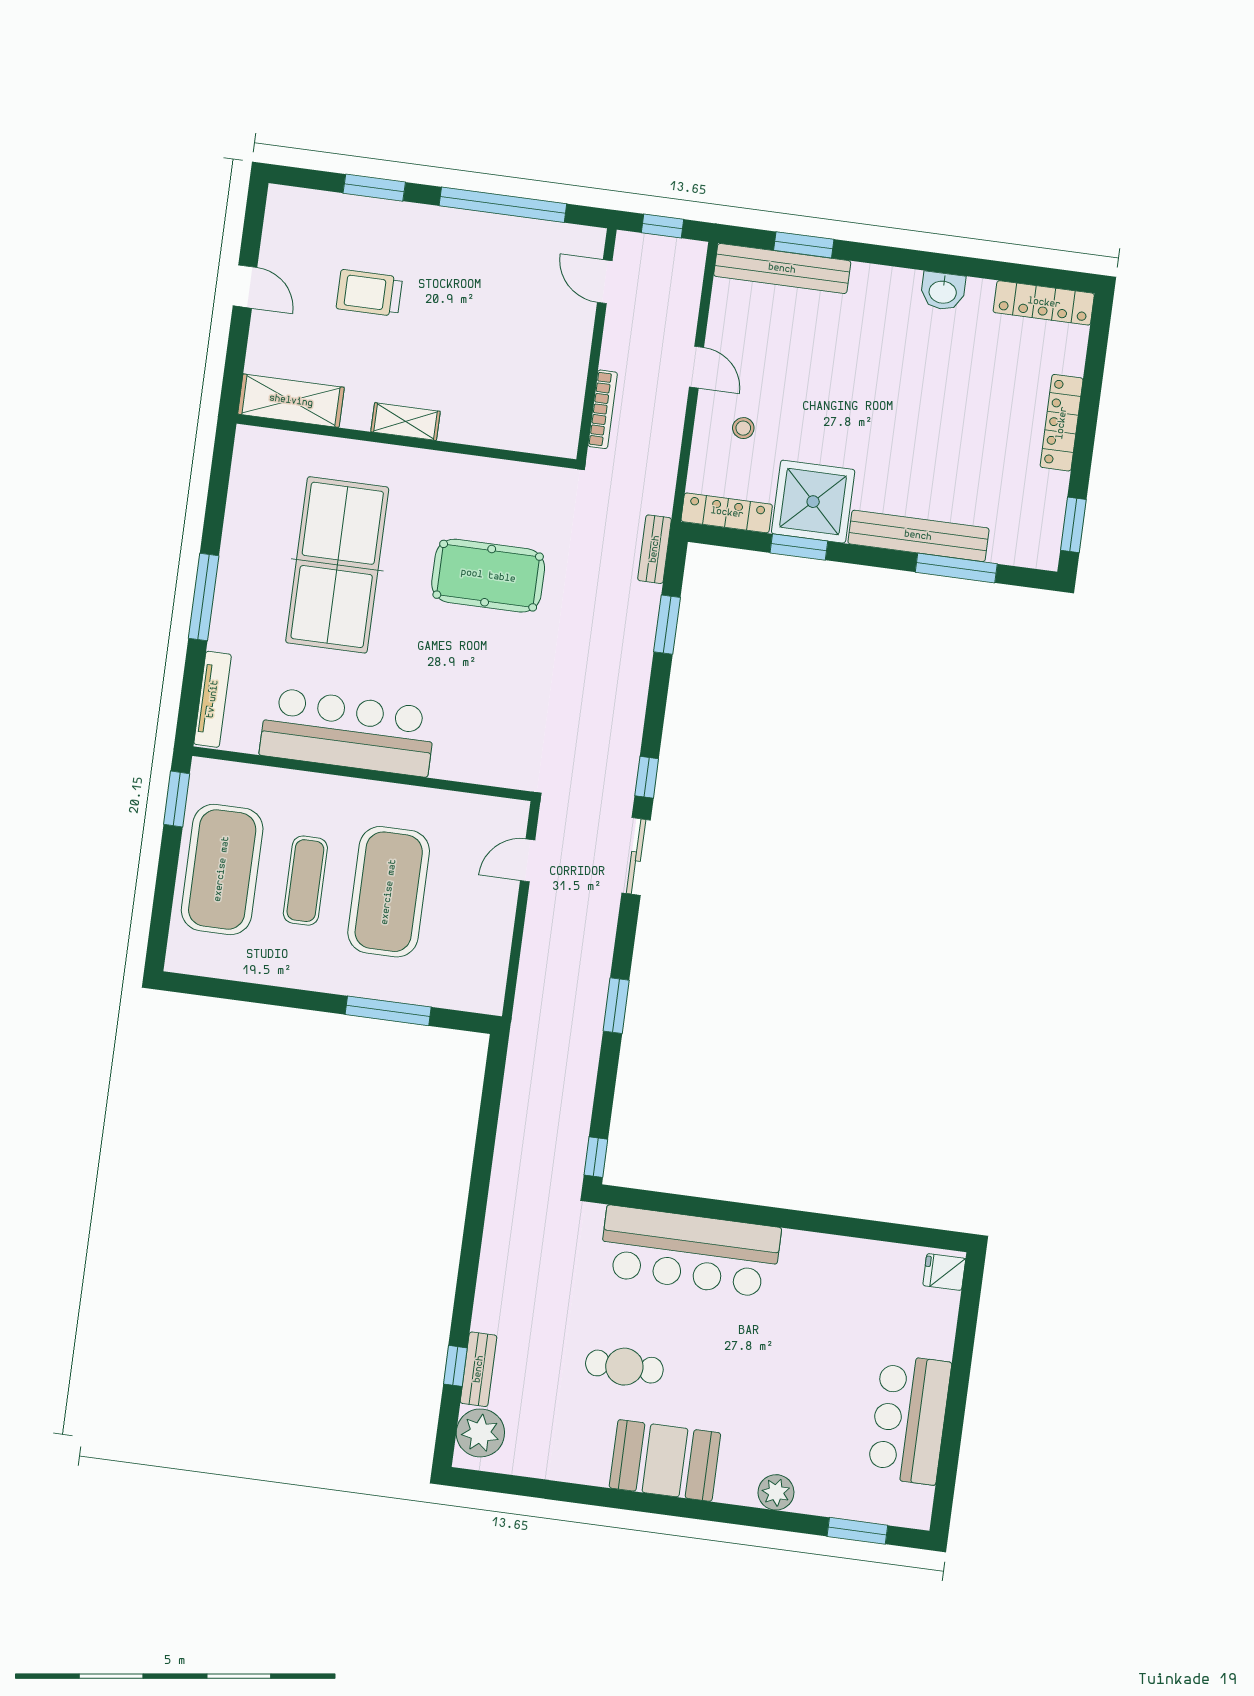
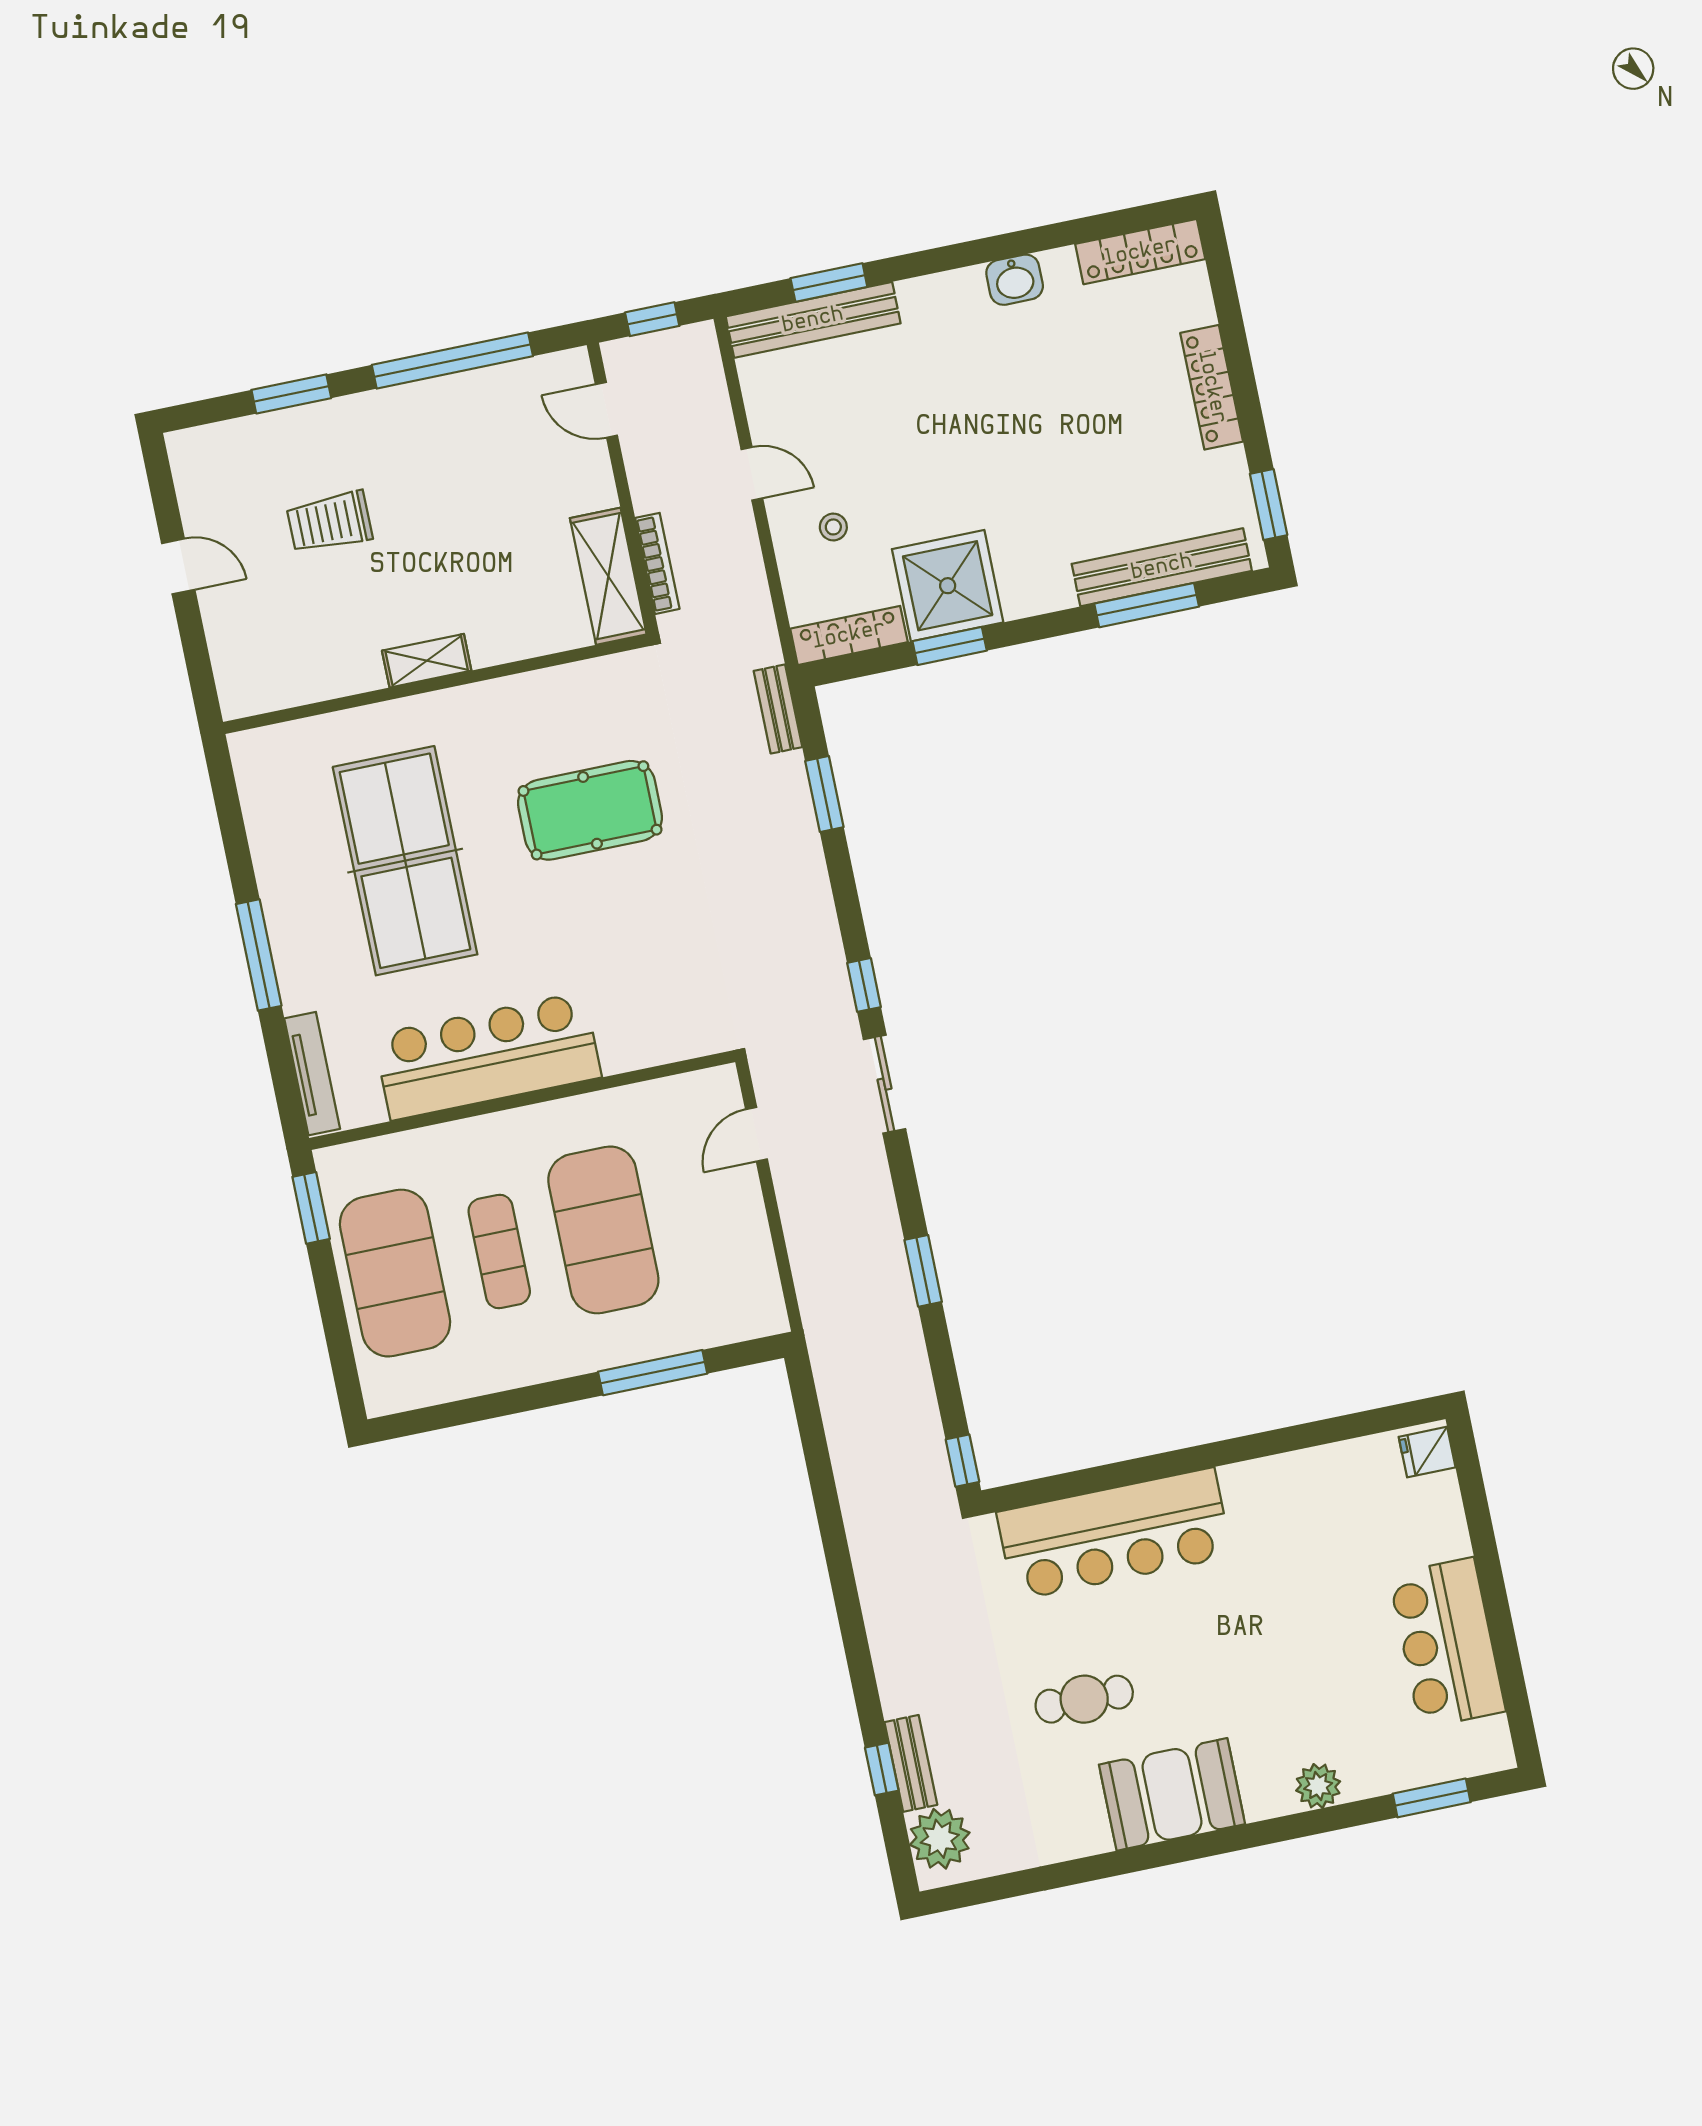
shelving: (291, 401) -> (608, 576), moved, turned 90
bench: (918, 536) -> (1162, 567), moved

